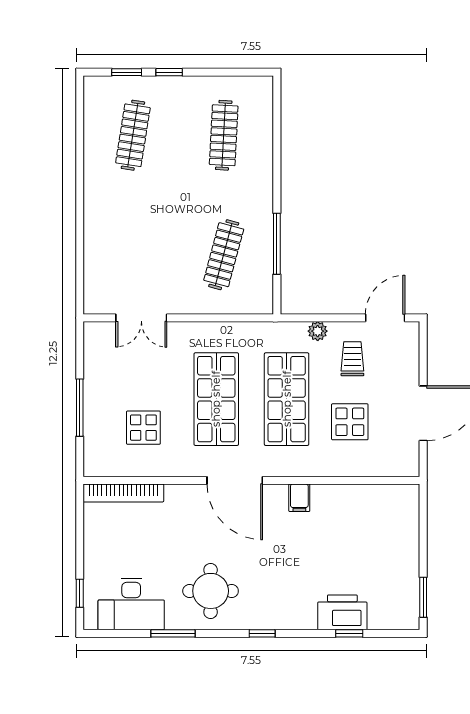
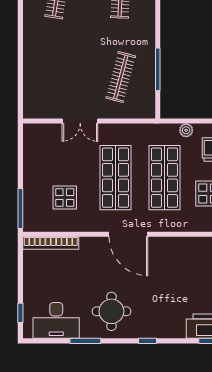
double door: (141, 318) -> (80, 121), moved
window: (80, 408) -> (20, 208), moved
filing cabinet: (299, 498) -> (173, 246), removed

